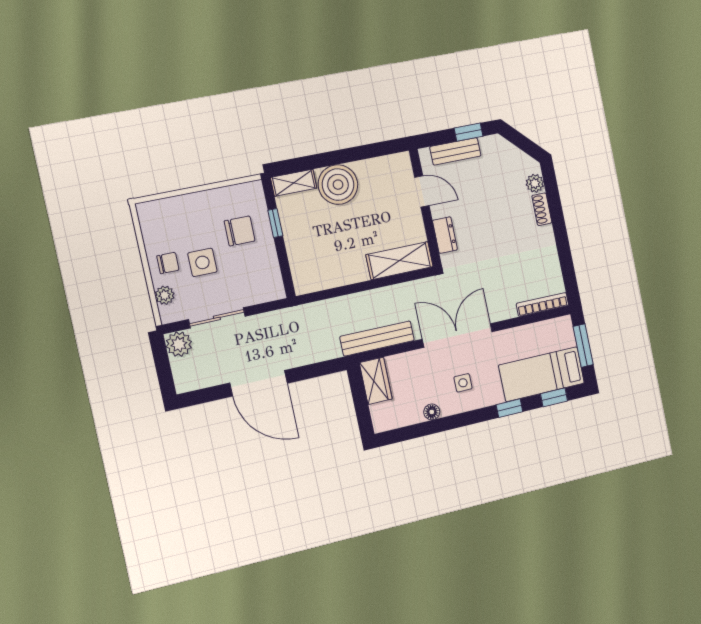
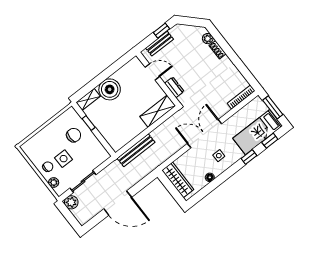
bench: (377, 338) -> (136, 150), moved
wardrobe: (376, 381) -> (178, 180), width x1.50

